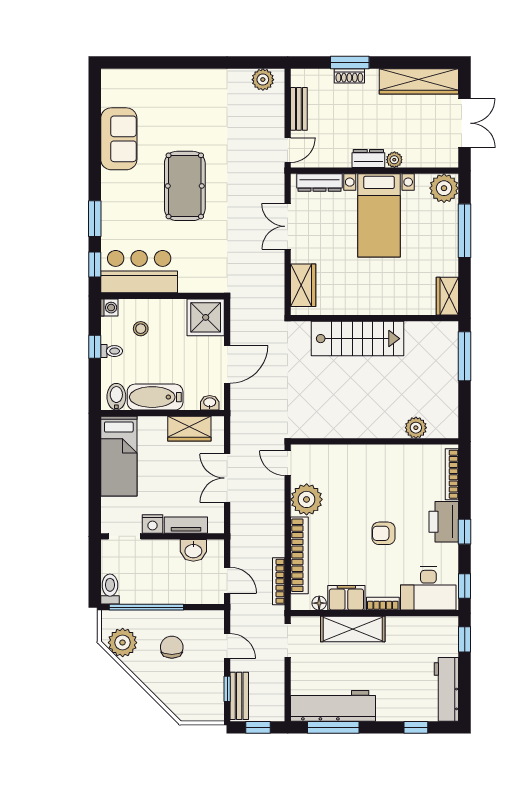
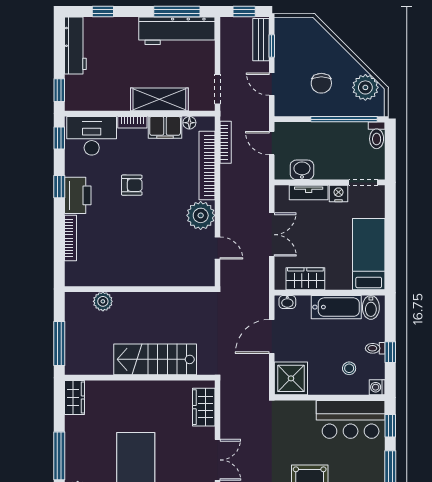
plant: (416, 428) -> (103, 301), moved
wall: (375, 441) -> (140, 289), moved

